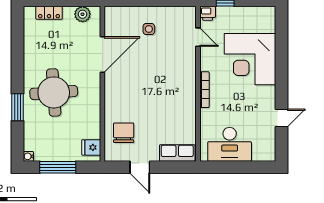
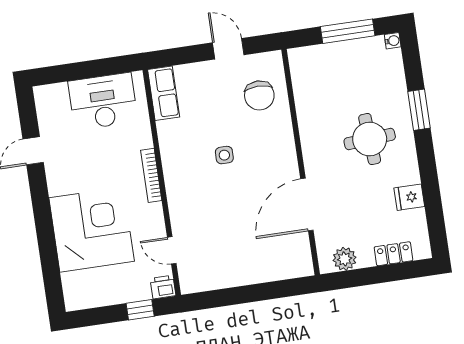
side table: (149, 29) -> (224, 155), moved
round table: (54, 92) -> (370, 139), width x0.73, depth x0.73
fridge: (91, 147) -> (409, 197), moved, turned 180
row of seats: (177, 153) -> (164, 93), moved, turned -90

